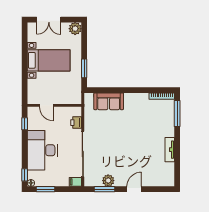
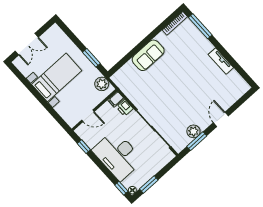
plant: (75, 29) -> (102, 84), moved
sofa: (109, 101) -> (148, 55), moved
filing cabinet: (75, 182) -> (116, 99), moved

